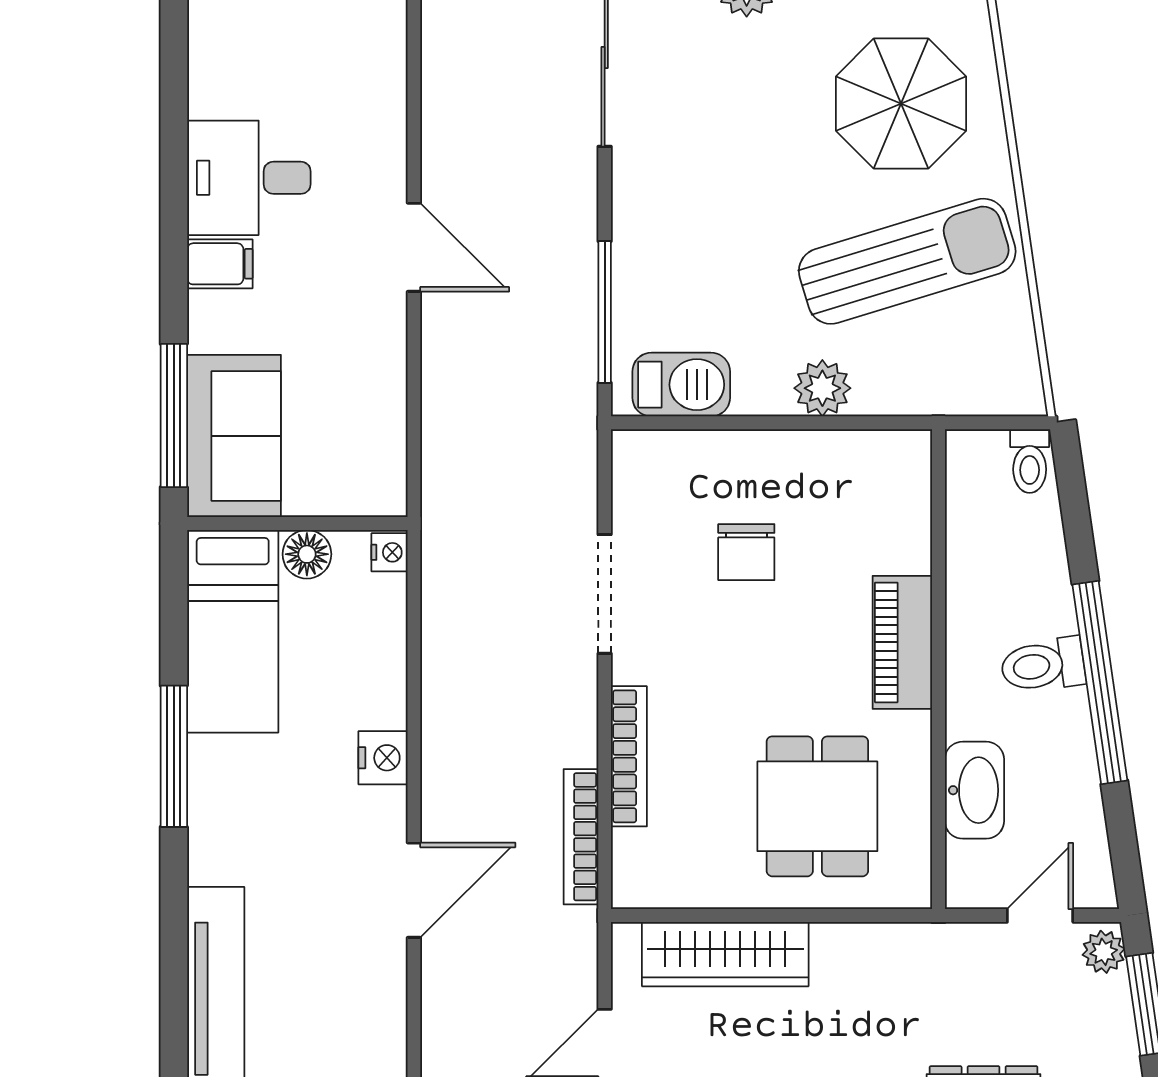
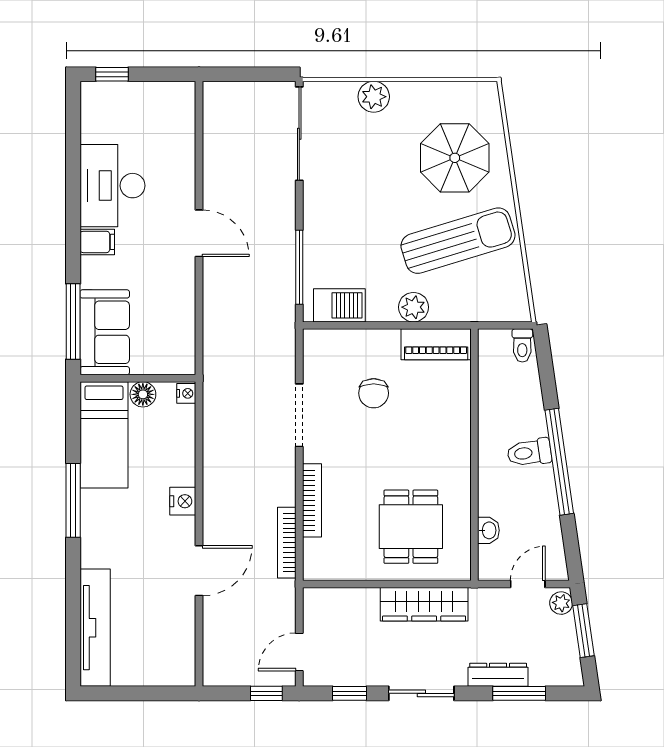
desk: (249, 178) -> (112, 186), width x1.37
piano: (902, 642) -> (436, 344), moved, turned -90
washbasin: (974, 790) -> (488, 530), width x0.52, depth x0.69
wardrobe: (725, 954) -> (424, 604), moved

